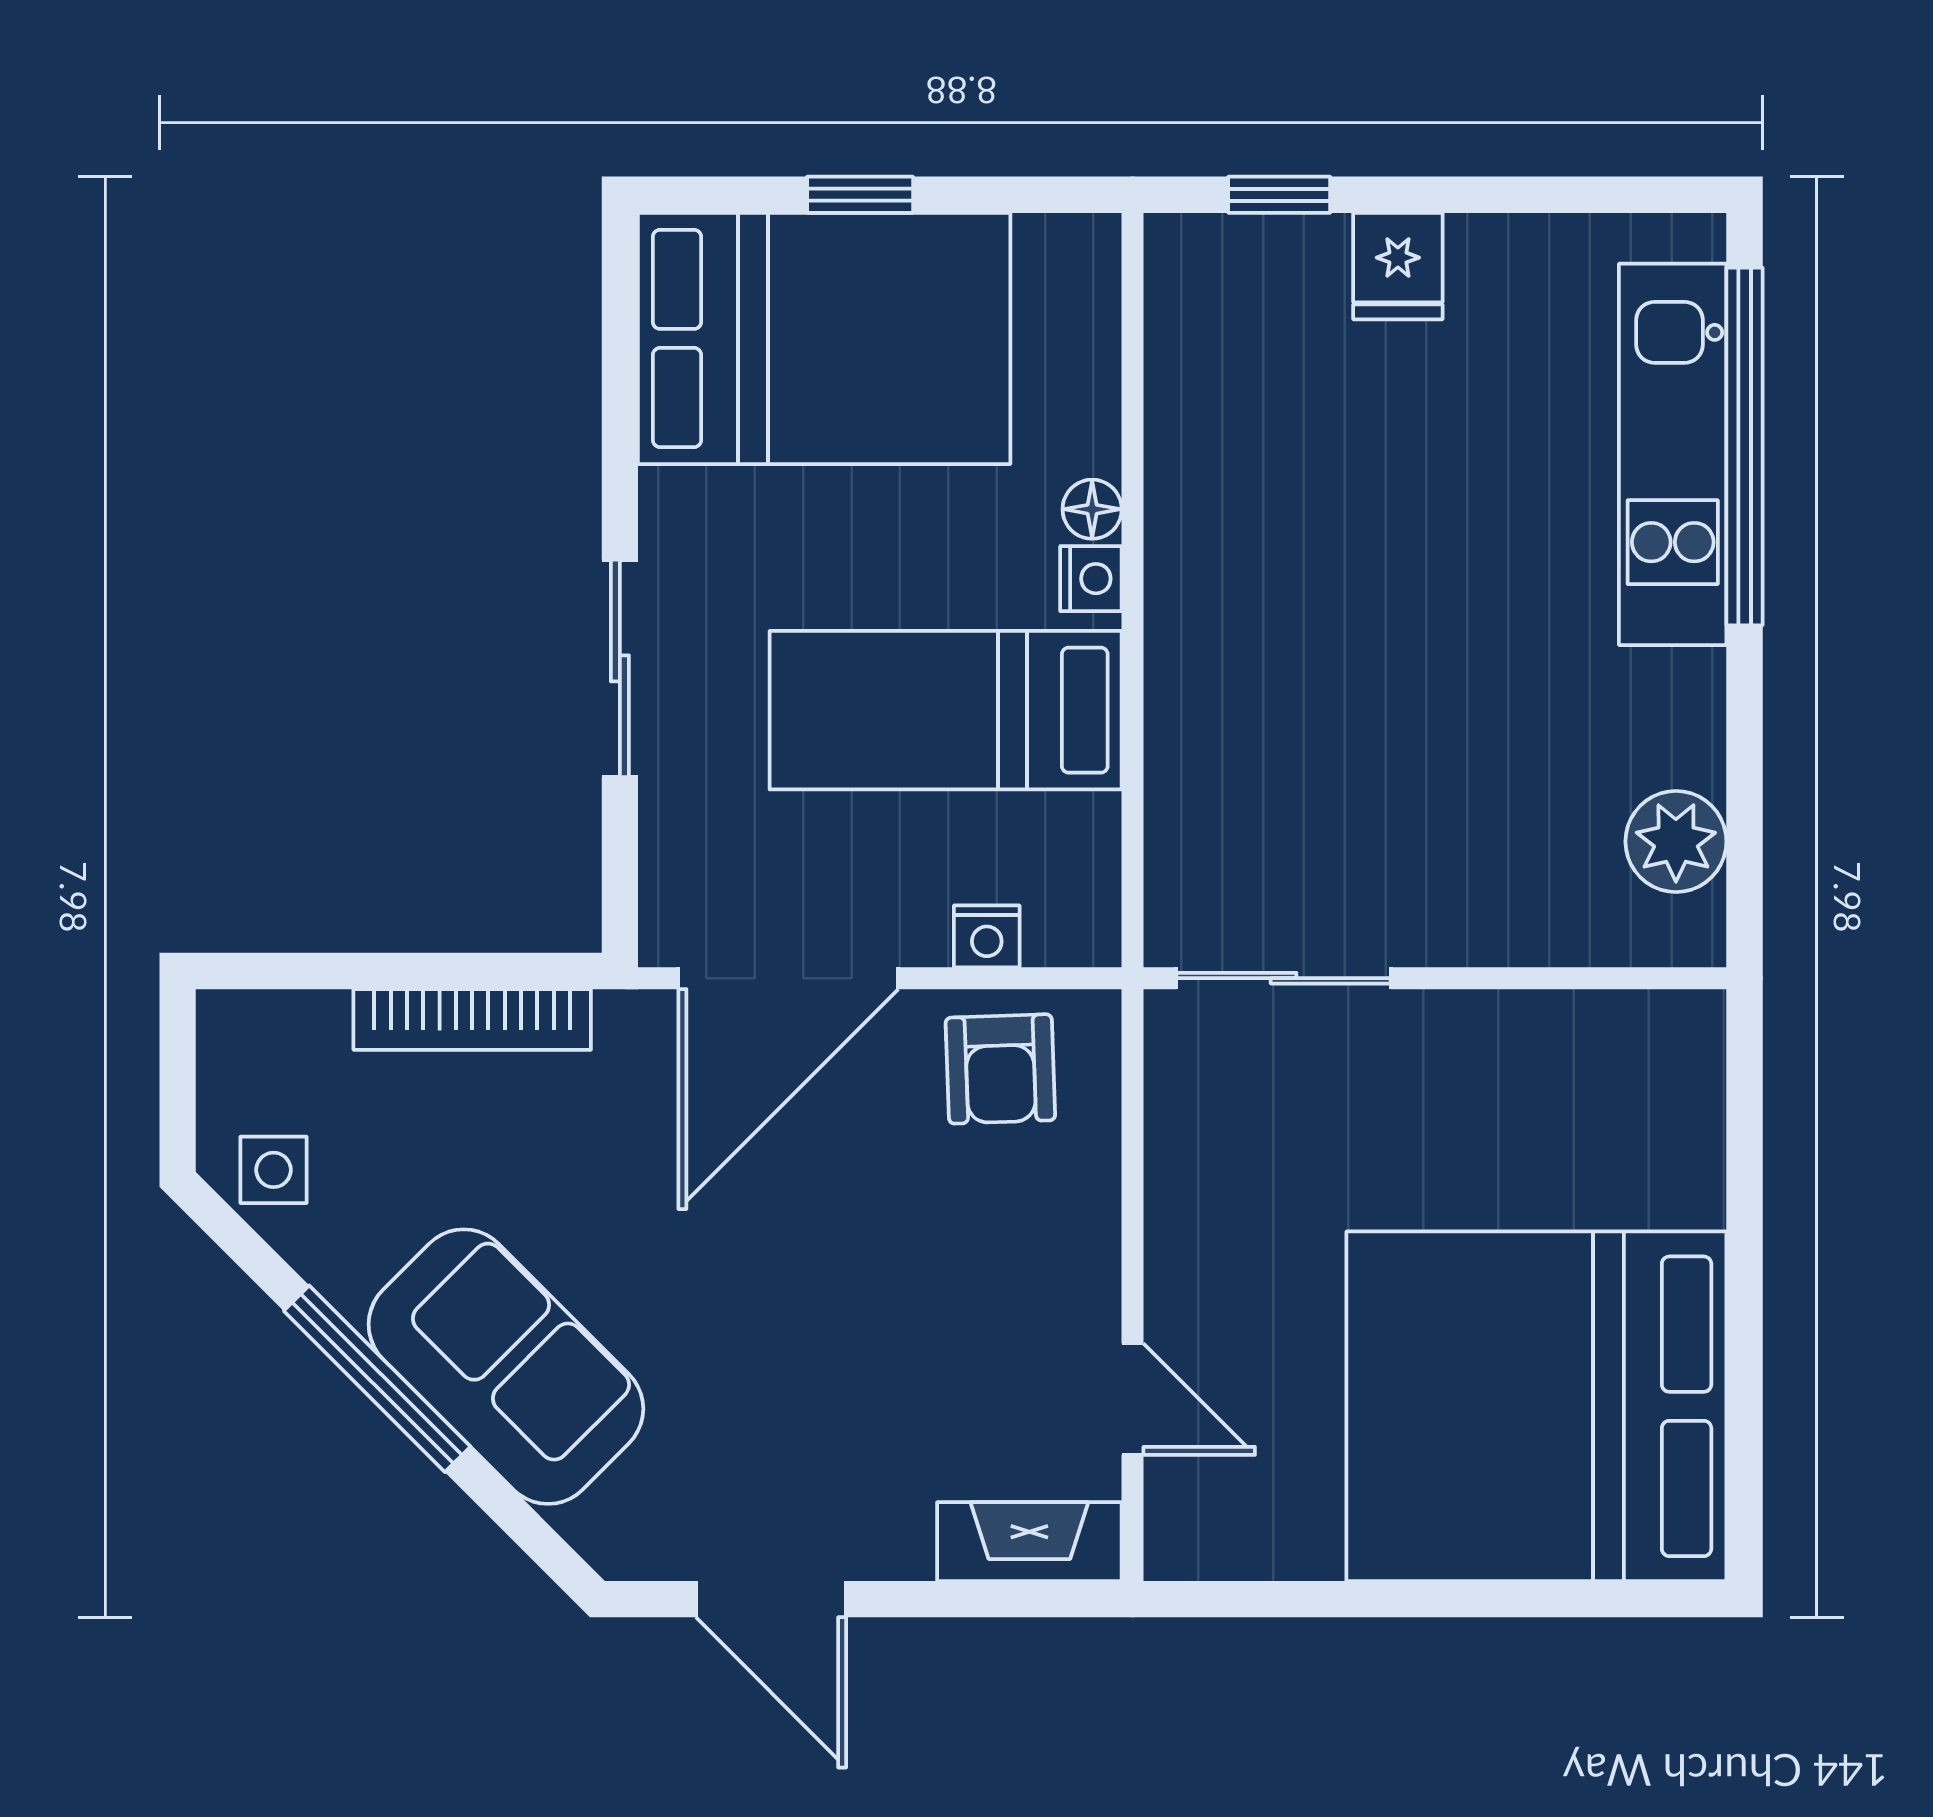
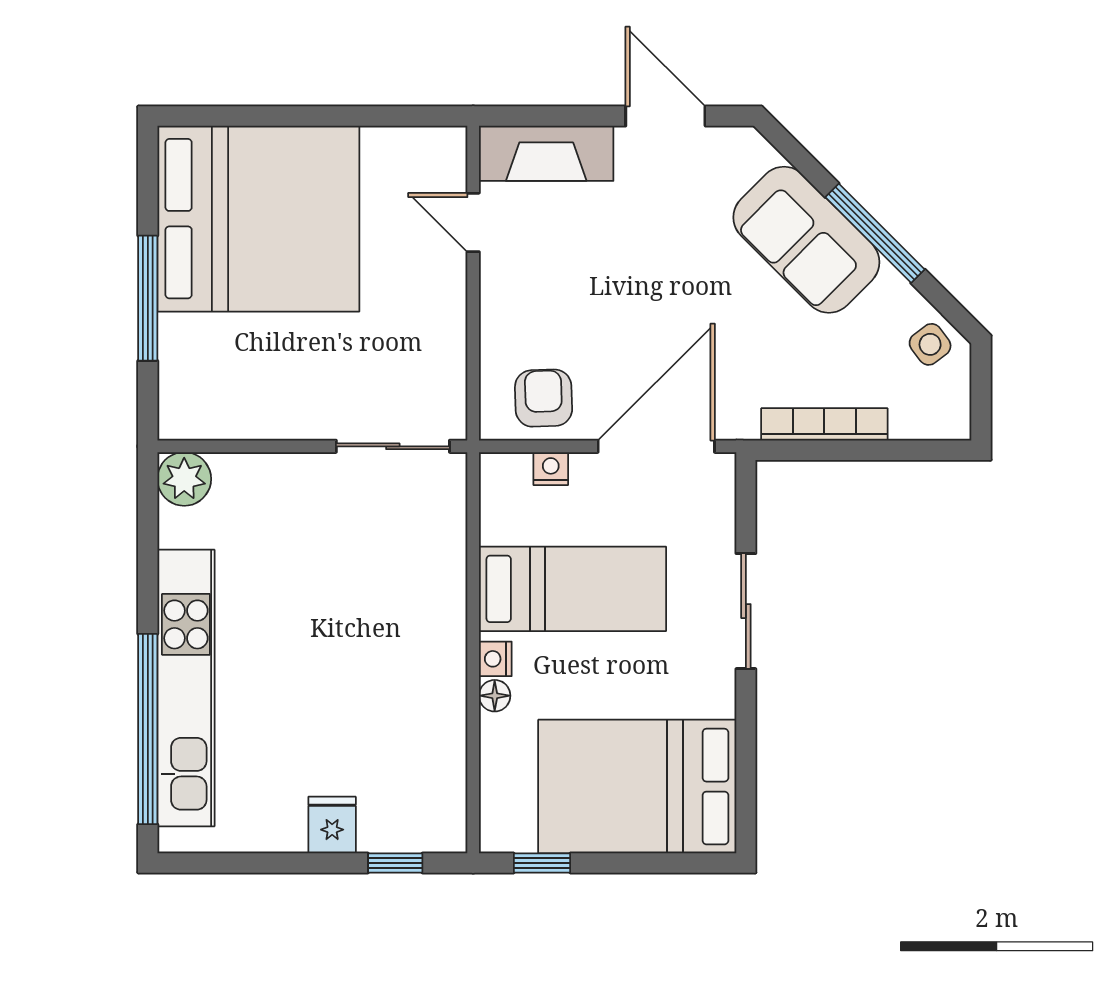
window: (860, 195) -> (542, 863), moved
kitchen unit: (1673, 454) -> (186, 688), width x1.36
plant: (1676, 842) -> (184, 479), moved
side table: (273, 1170) -> (930, 344), turned -37
window: (1745, 1257) -> (148, 298), added
fireplace: (1029, 1542) -> (546, 153), width x1.37, depth x1.32

